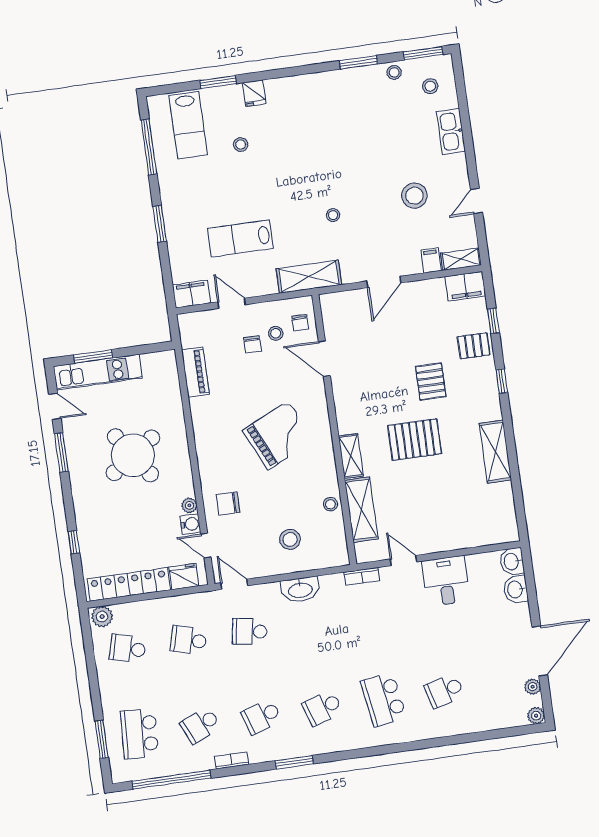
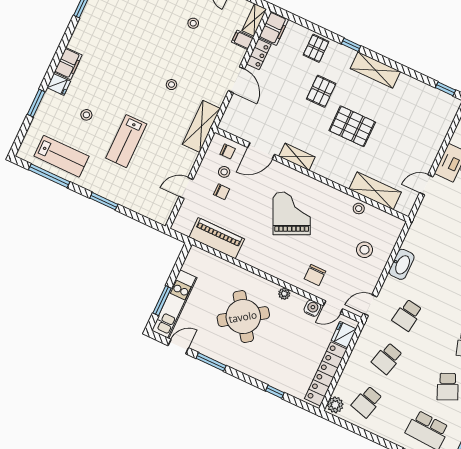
lab bench: (188, 125) -> (61, 156), moved
stool: (414, 196) -> (193, 23), width x0.53, depth x0.53
lab bench: (240, 238) -> (126, 141), moved
locker: (427, 288) -> (259, 54), added
filing cabinet: (191, 294) -> (68, 64), moved, turned 180
window: (493, 321) -> (446, 89), moved
piano: (195, 372) -> (217, 238), width x1.37, depth x1.33
pallet: (431, 382) -> (321, 91), turned 90
pallet: (415, 440) -> (352, 126), turned 90
shelving: (495, 452) -> (375, 70), moved
shelving: (351, 456) -> (297, 157), moved
plant: (189, 505) -> (284, 294), moved
bookcase: (362, 576) -> (419, 219), removed

